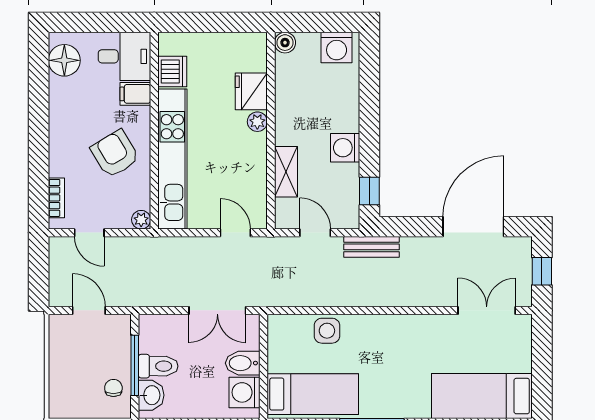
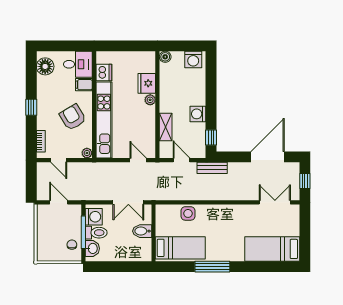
window: (39, 136) -> (31, 107), added
washing machine: (244, 392) -> (94, 217), moved, turned 180

